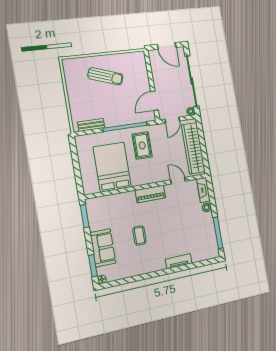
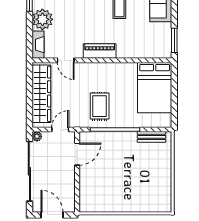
sun lounger: (106, 76) -> (127, 188), removed
bed: (112, 167) -> (155, 88), moved
plant: (207, 207) -> (42, 19), width x1.88, depth x1.88

